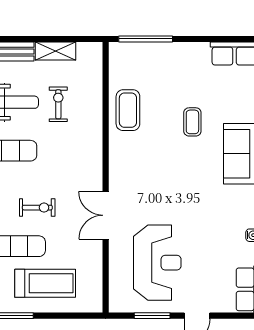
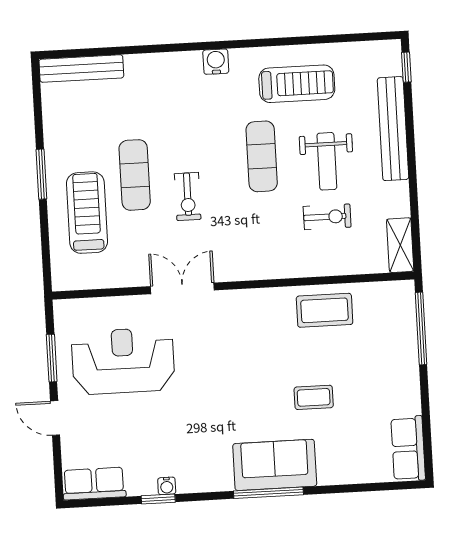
shelving: (56, 51) -> (400, 245), moved
reception desk: (157, 263) -> (123, 361), turned 180
treadmill: (45, 283) -> (87, 213), turned 180

